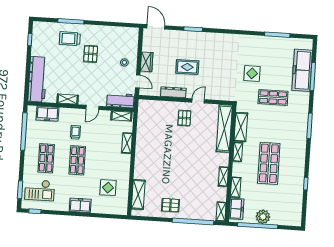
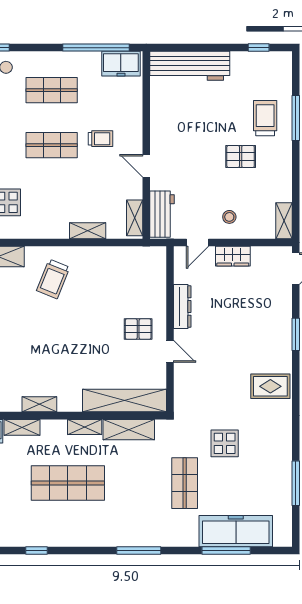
rug: (187, 67) -> (270, 386), moved, turned 90
shelving: (68, 99) -> (284, 221), moved
freezer: (48, 114) -> (121, 64), moved, turned -90
trolley: (153, 164) -> (53, 279), added

